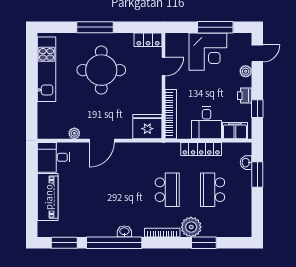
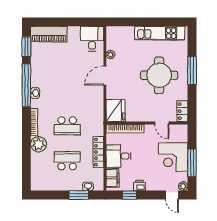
plant: (246, 71) -> (183, 186), moved
door: (102, 141) -> (105, 76), hinge flipped
piano: (48, 197) -> (49, 34), moved
window: (204, 243) -> (26, 154), removed

